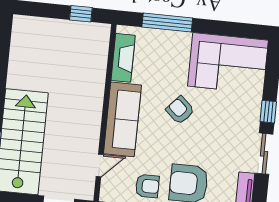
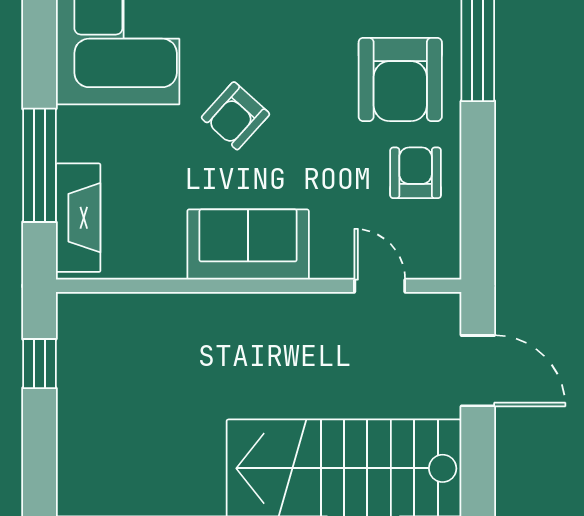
fireplace: (123, 58) -> (78, 218), moved, turned 90
sofa: (122, 119) -> (248, 245), width x0.73

